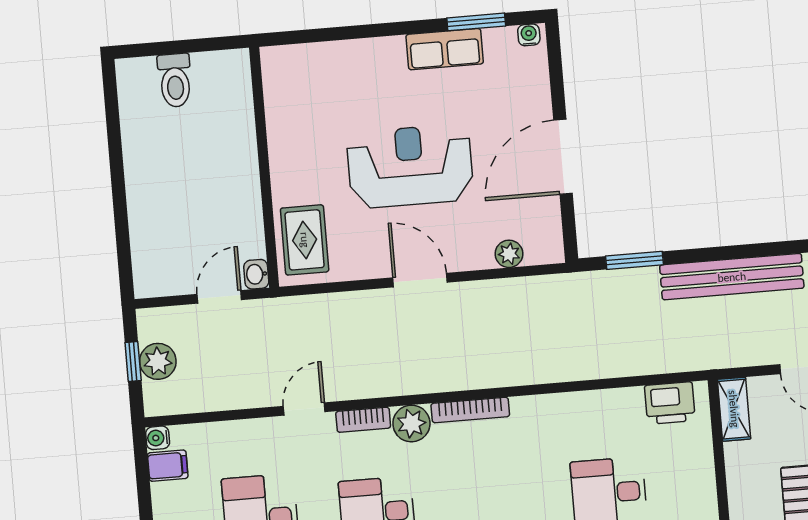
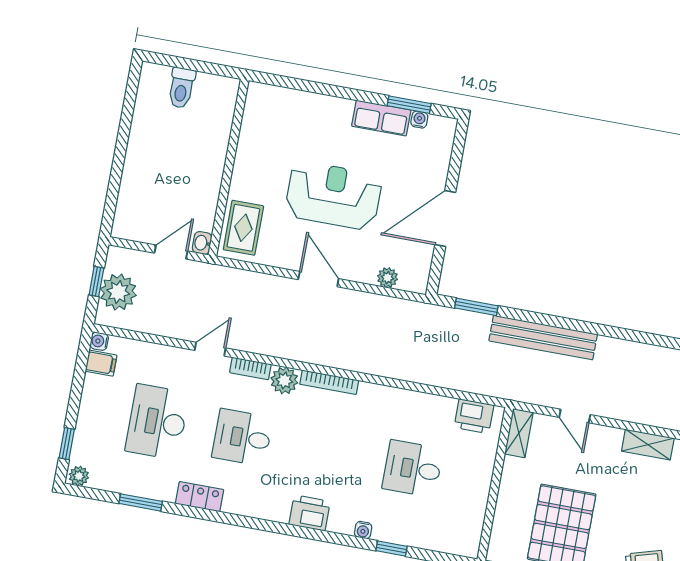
water cooler: (529, 35) -> (419, 120), moved
plant: (158, 361) -> (118, 292), width x1.36, depth x1.36

